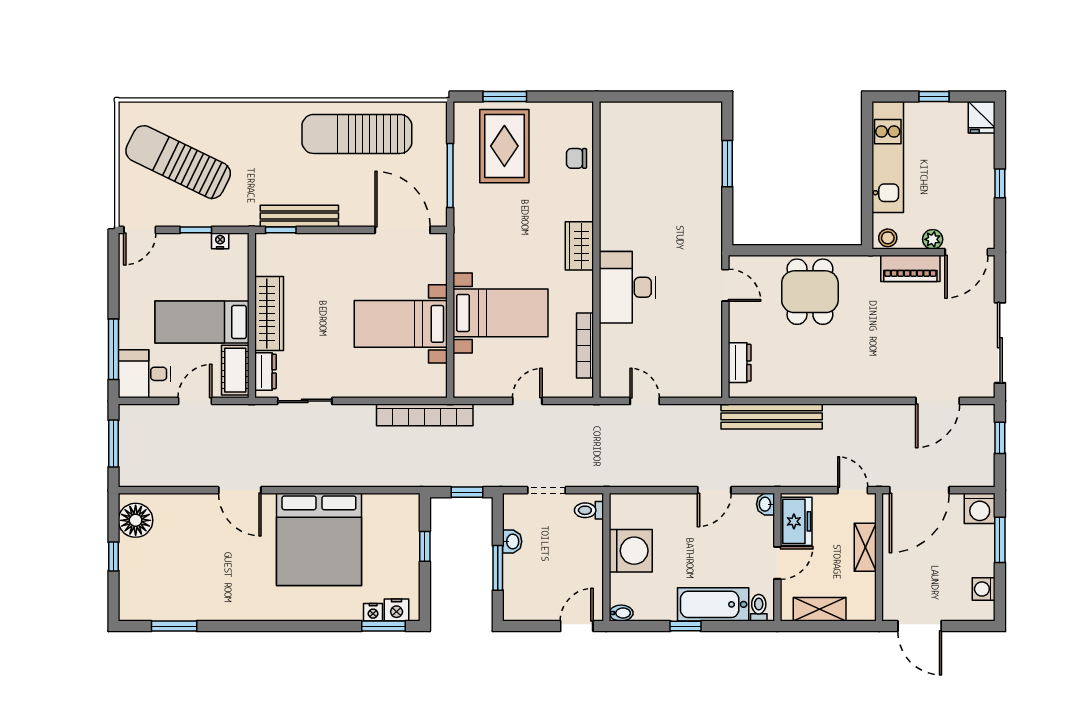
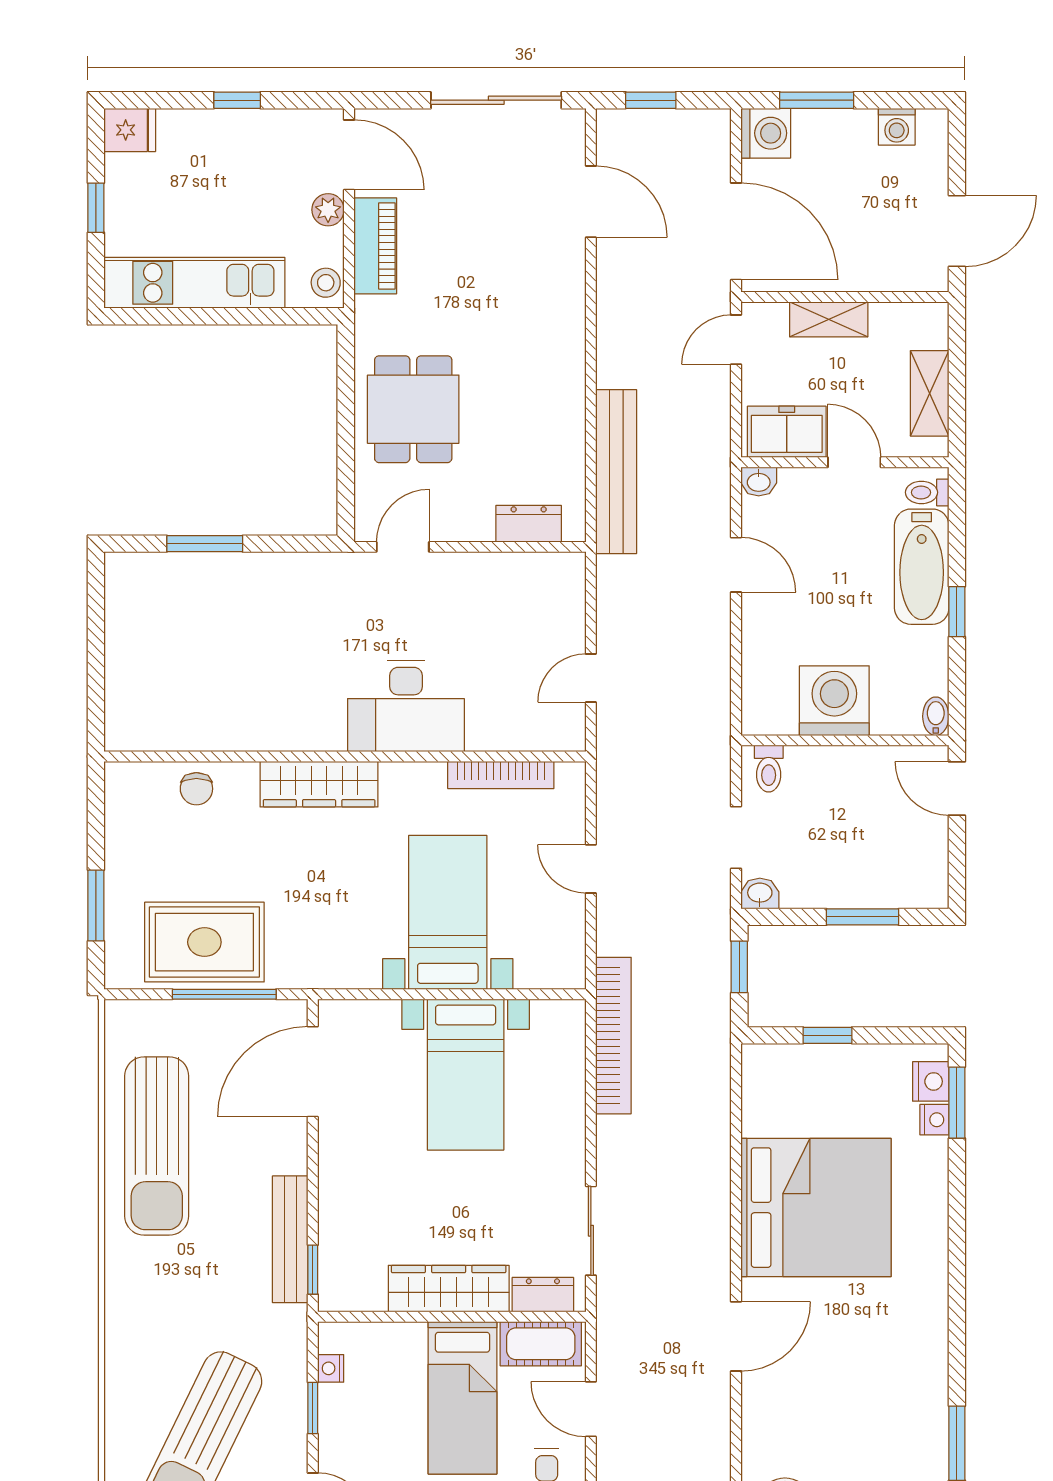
rug: (504, 146) -> (204, 942), moved
wardrobe: (579, 246) -> (319, 784), width x1.50
dining table: (810, 292) -> (413, 409), turned 90
washbasin: (512, 541) -> (760, 894), moved

